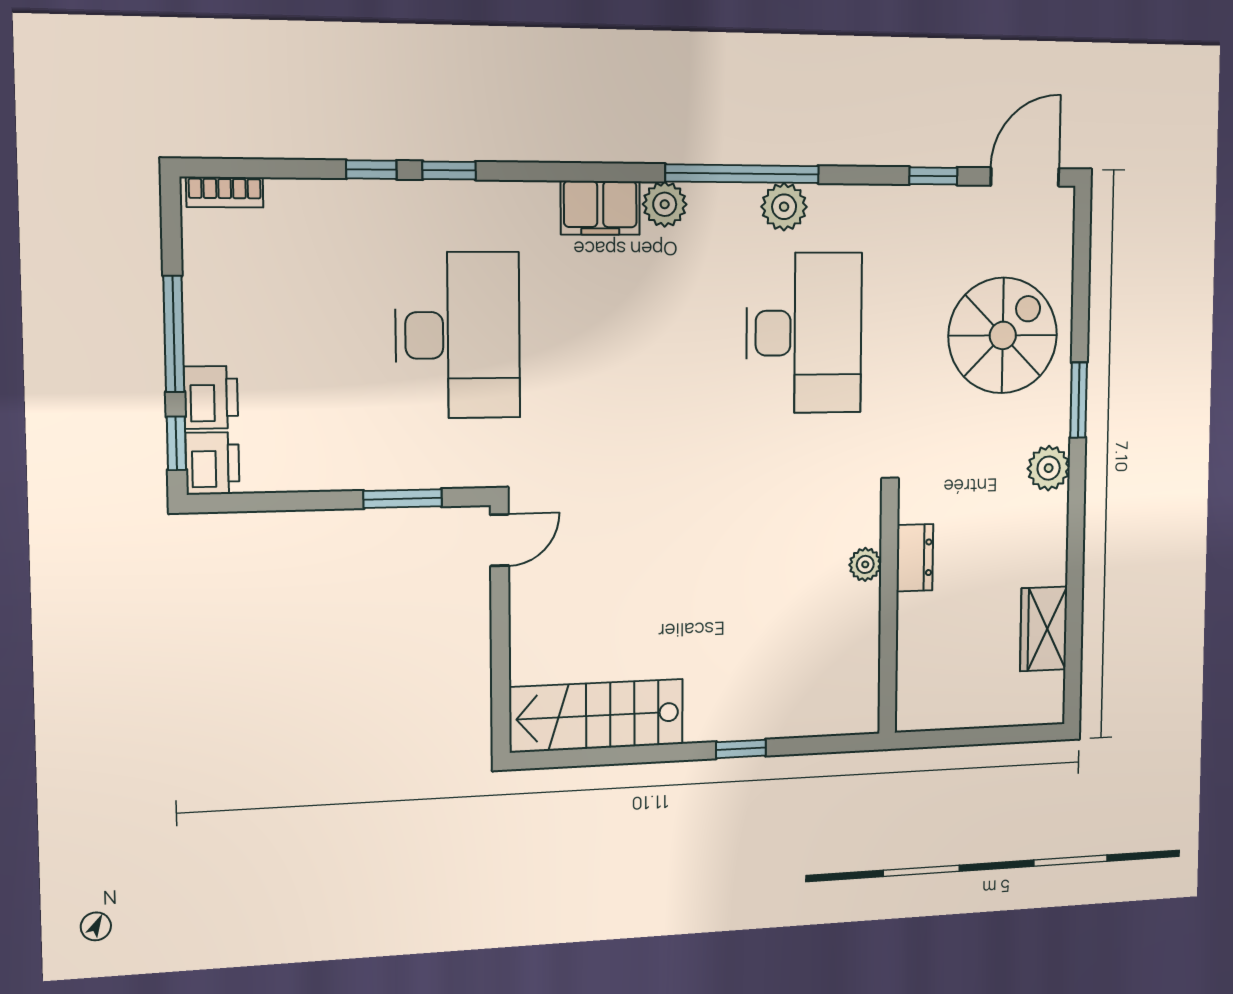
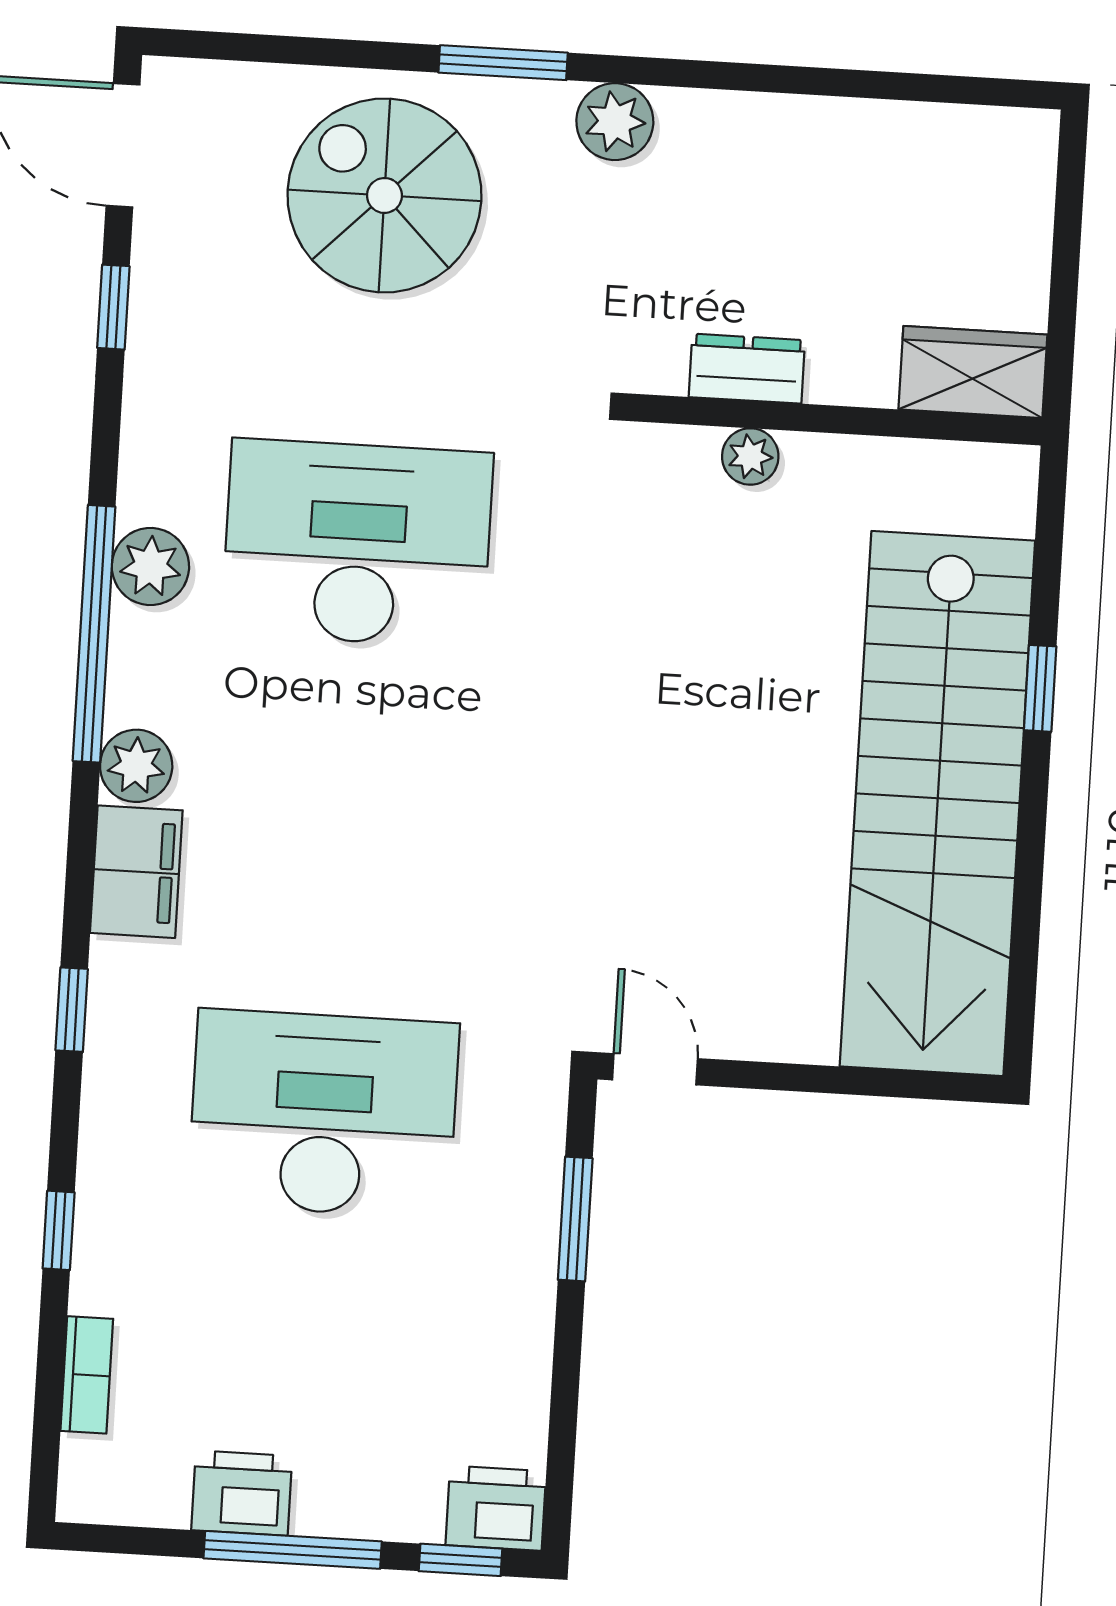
window: (449, 170) -> (72, 1010), moved
bookcase: (225, 192) -> (87, 1375), moved
printer: (211, 397) -> (242, 1493), moved
wardrobe: (1044, 629) -> (973, 372), moved, turned 180
stairs: (597, 716) -> (937, 804), width x1.86, depth x1.51

